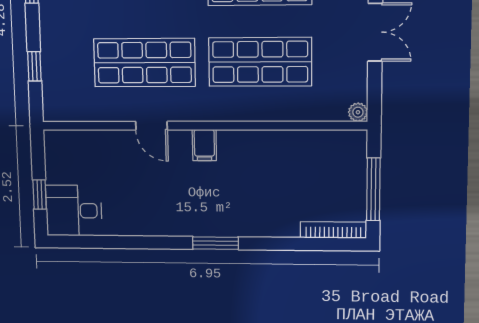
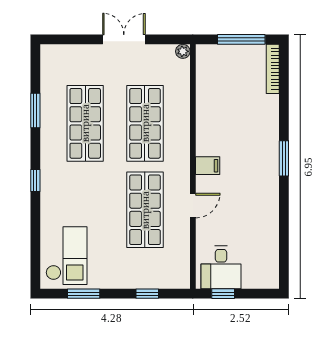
window: (40, 195) -> (223, 294), moved
desk: (74, 211) -> (221, 267), moved

